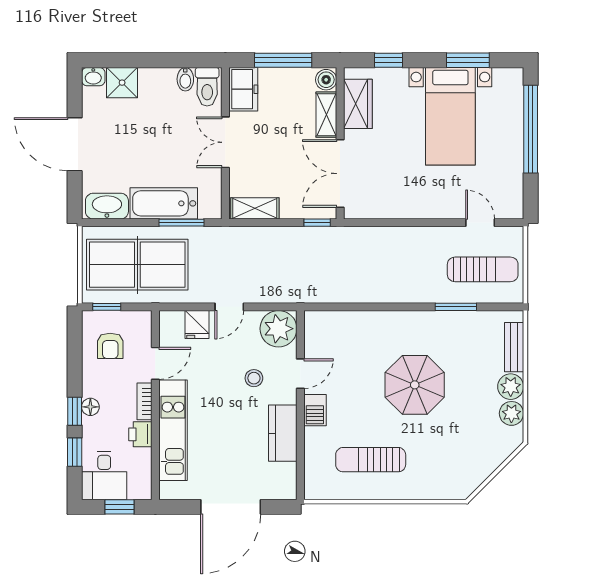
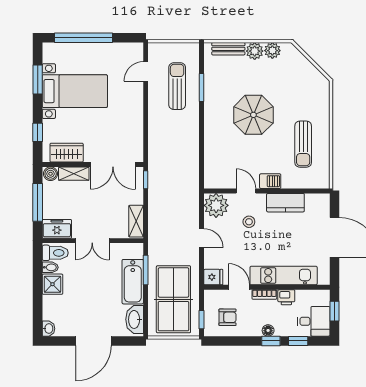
shower: (122, 83) -> (52, 284), moved
sun lounger: (483, 269) -> (177, 86), moved
fridge: (197, 325) -> (213, 277), moved

